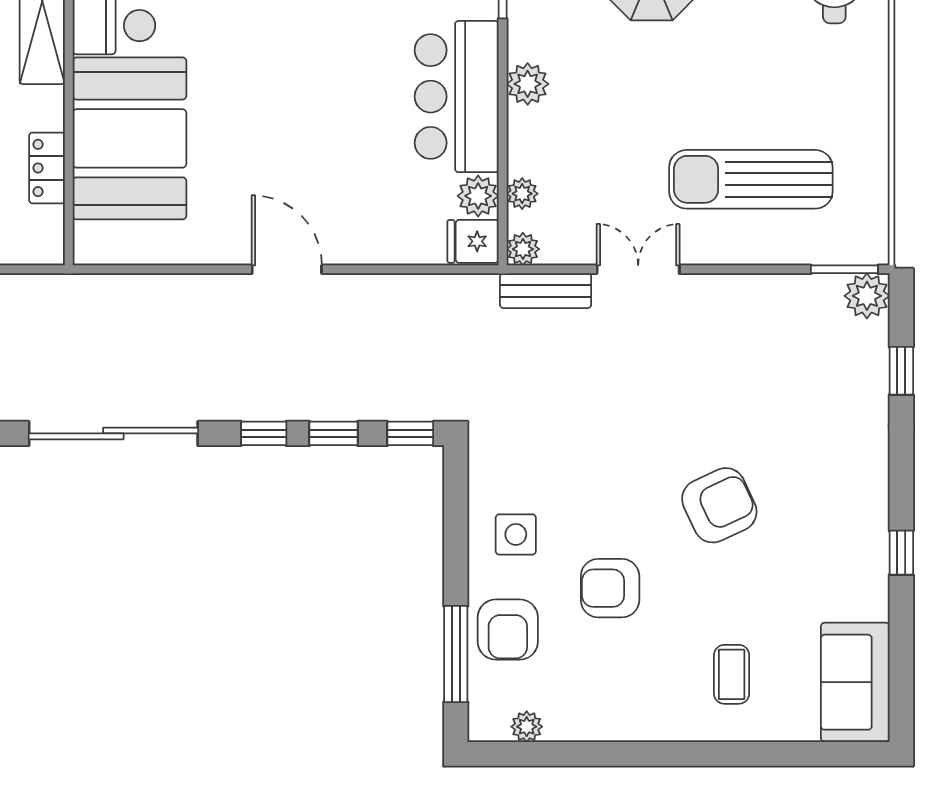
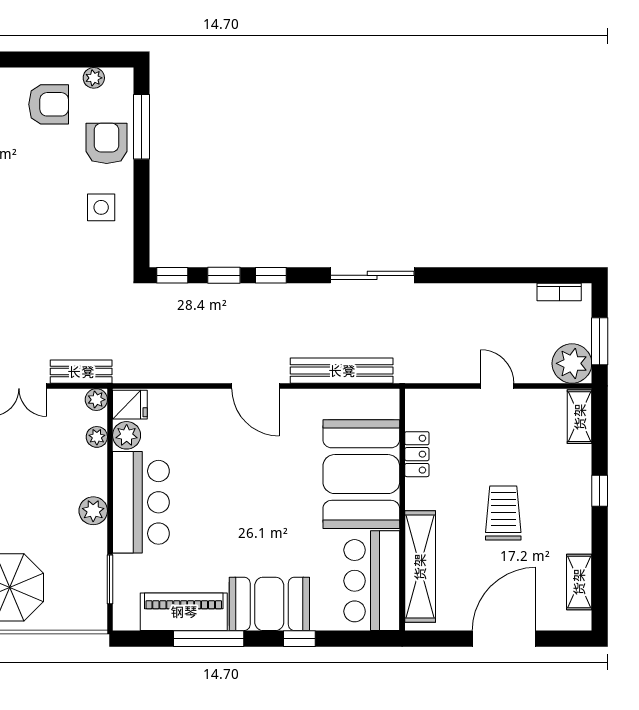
bench: (159, 292) -> (342, 371), added
sliding door: (113, 433) -> (372, 275), width x0.73
armchair: (610, 588) -> (49, 104), moved

